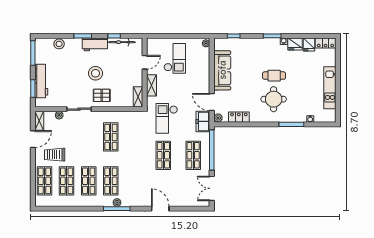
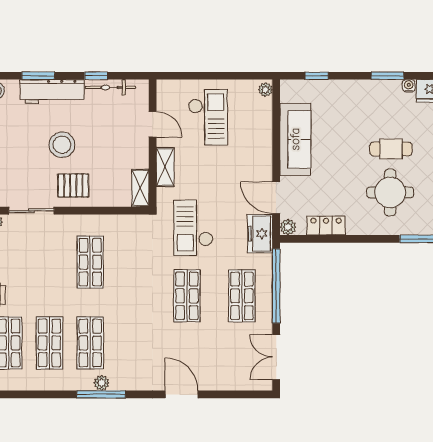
workbench: (95, 44) -> (52, 91), width x1.38
door: (145, 62) -> (153, 124), hinge flipped

